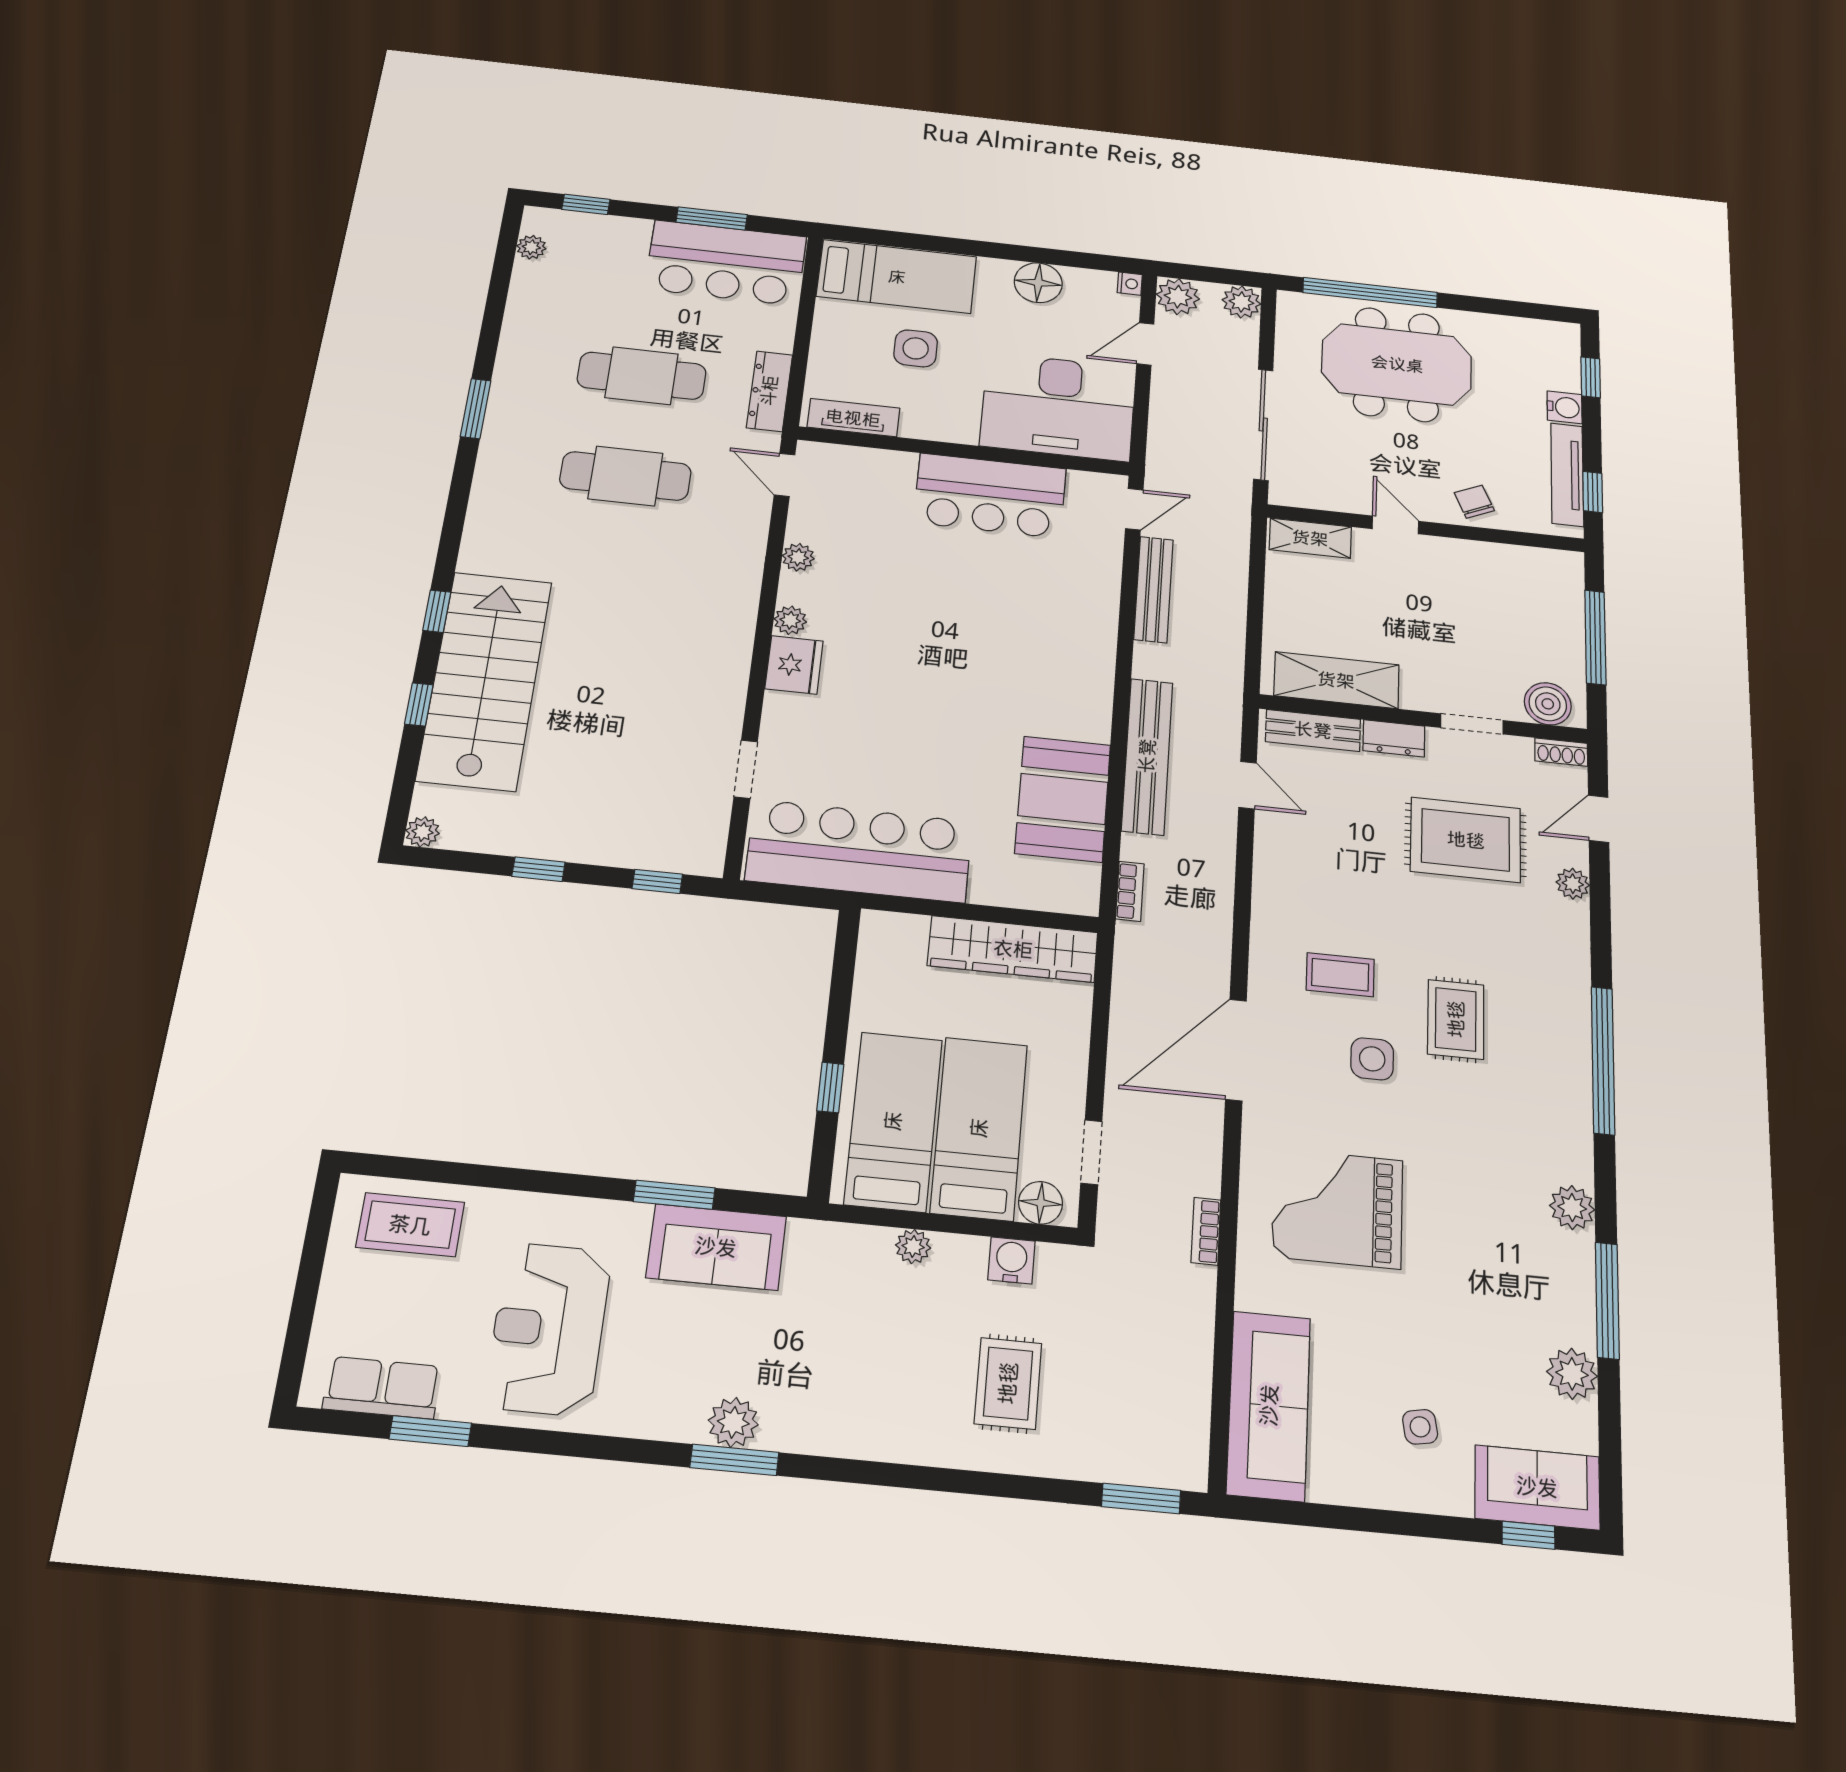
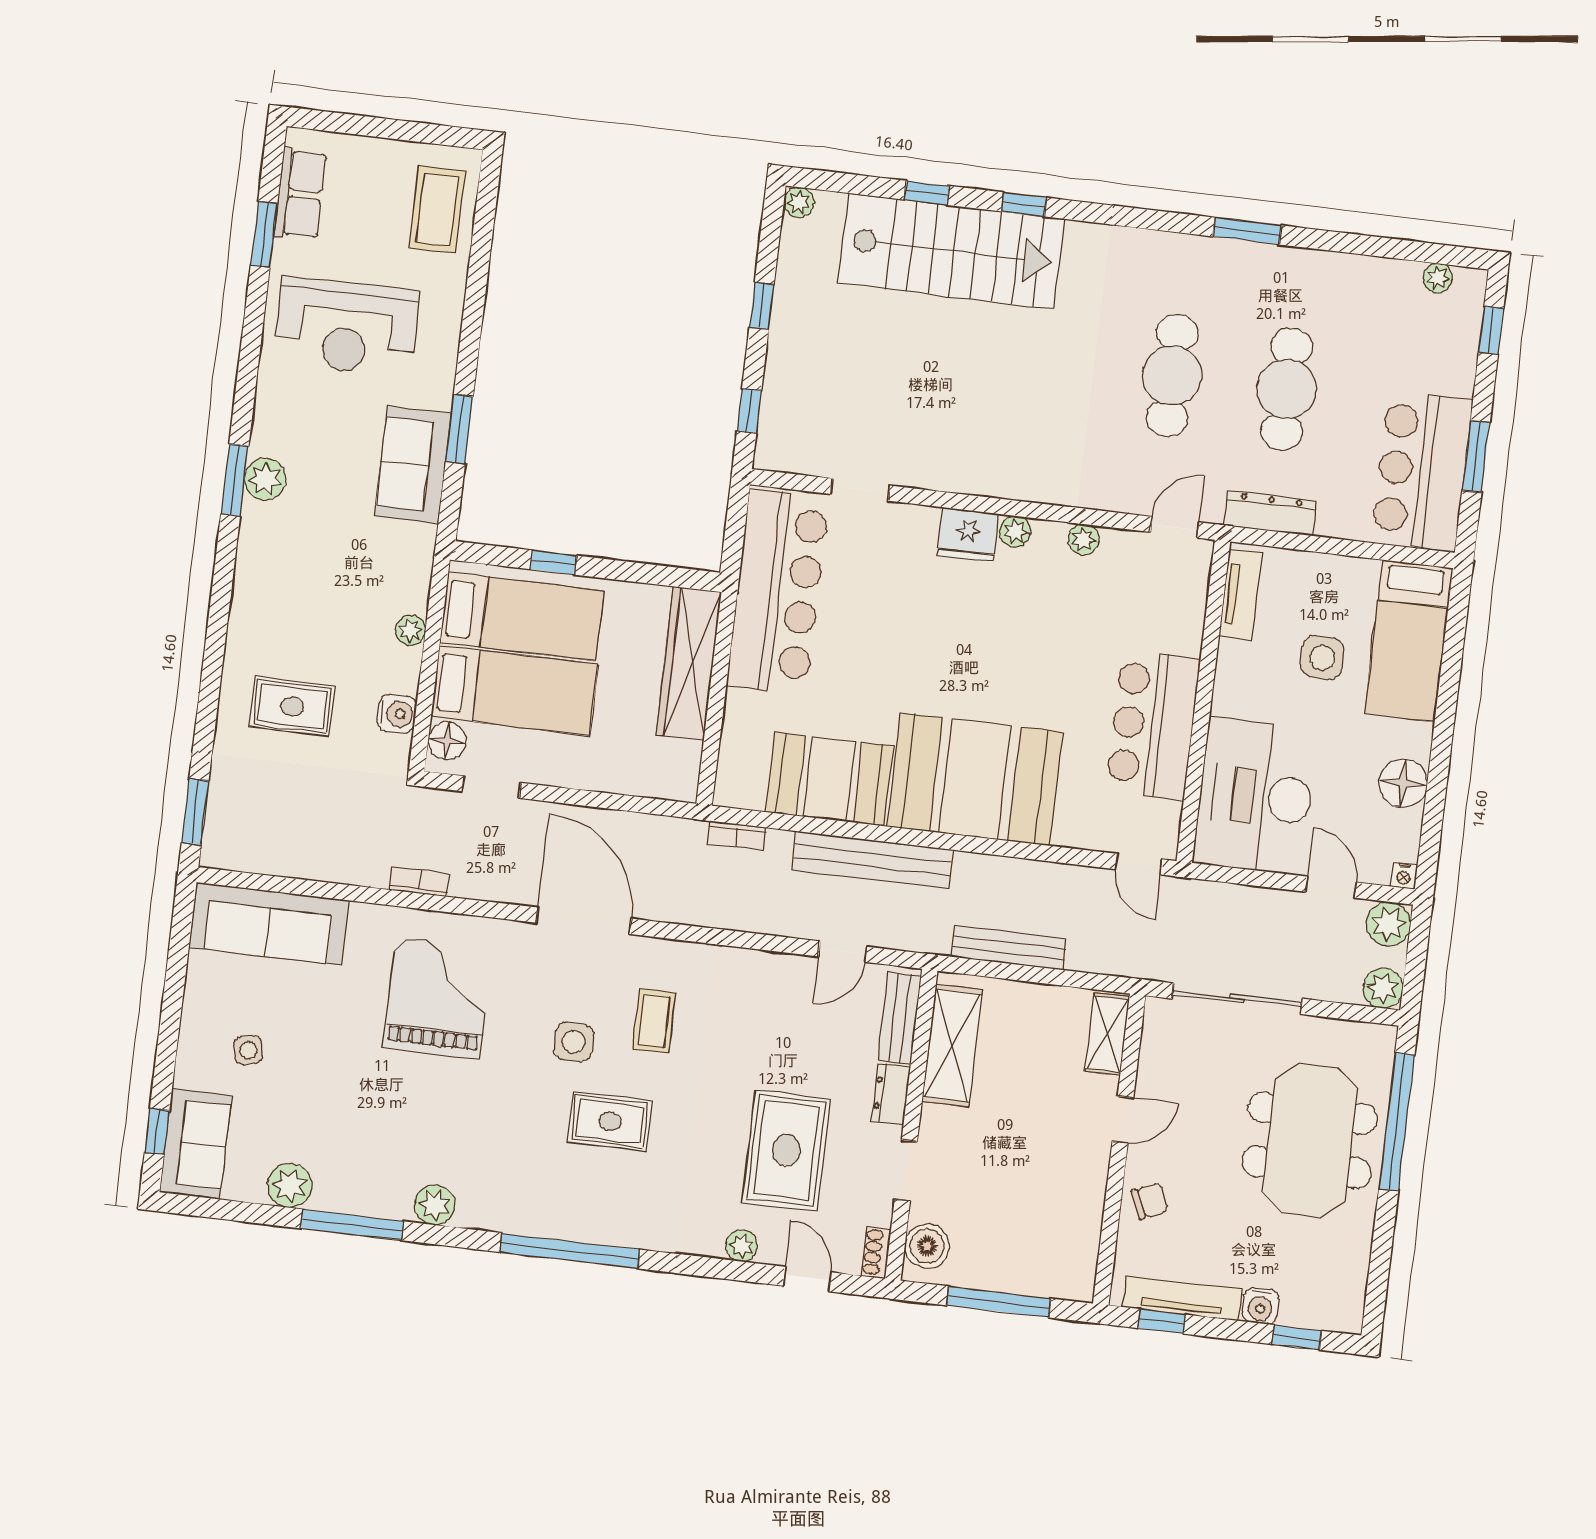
bench: (1154, 589) -> (1008, 948), moved
booth: (1055, 659) -> (975, 779), added
wardrobe: (1013, 949) -> (689, 663), moved
reception desk: (548, 1329) -> (346, 327), turned 180

